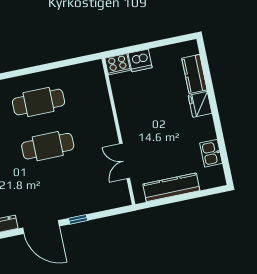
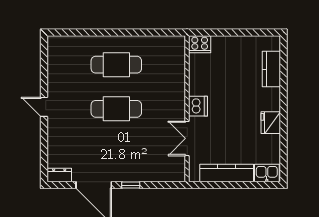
dishwasher: (140, 60) -> (198, 106), moved, turned -90
fridge: (200, 104) -> (271, 123), moved
kitchen sink: (211, 153) -> (267, 173), moved, turned 90

